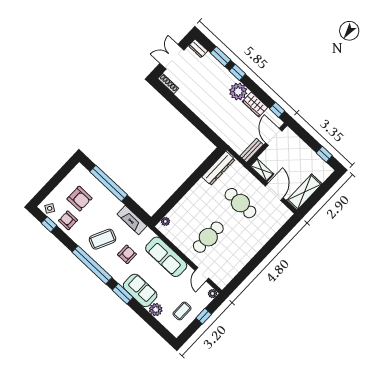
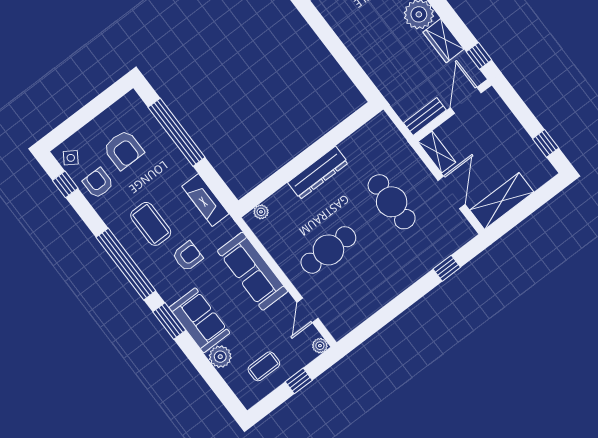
dresser: (218, 168) -> (318, 173), moved
window: (279, 236) -> (447, 268), added
coffee table: (103, 239) -> (151, 224), turned 65

